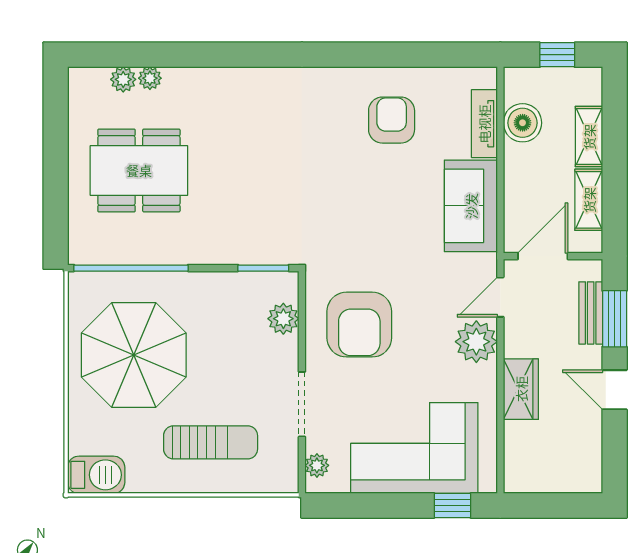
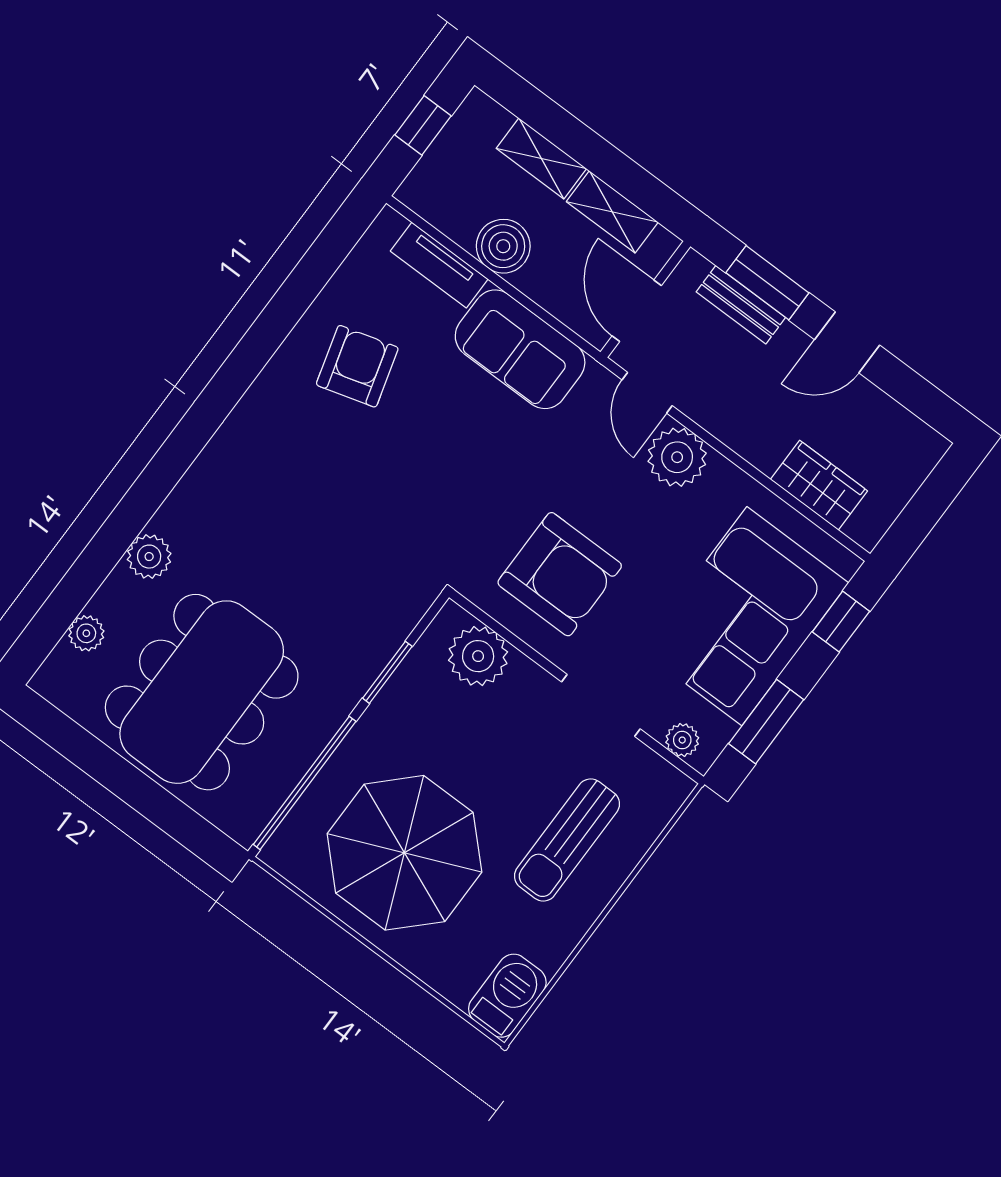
plant: (150, 78) -> (149, 557), moved, width x1.38, depth x1.38
armchair: (392, 120) -> (357, 366), turned 74
boiler: (523, 123) -> (503, 246), moved
dining table: (139, 170) -> (202, 692), width x1.36, depth x1.24
window: (263, 268) -> (387, 672), moved
plant: (283, 319) -> (478, 656), width x1.36, depth x1.36
wardrobe: (521, 389) -> (819, 485), moved
sun lounger: (211, 442) -> (567, 840), turned 180
window: (363, 506) -> (766, 722), added

